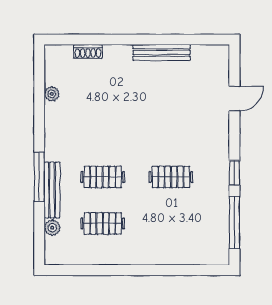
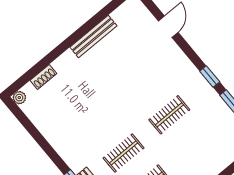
plant: (52, 94) -> (19, 98), moved

